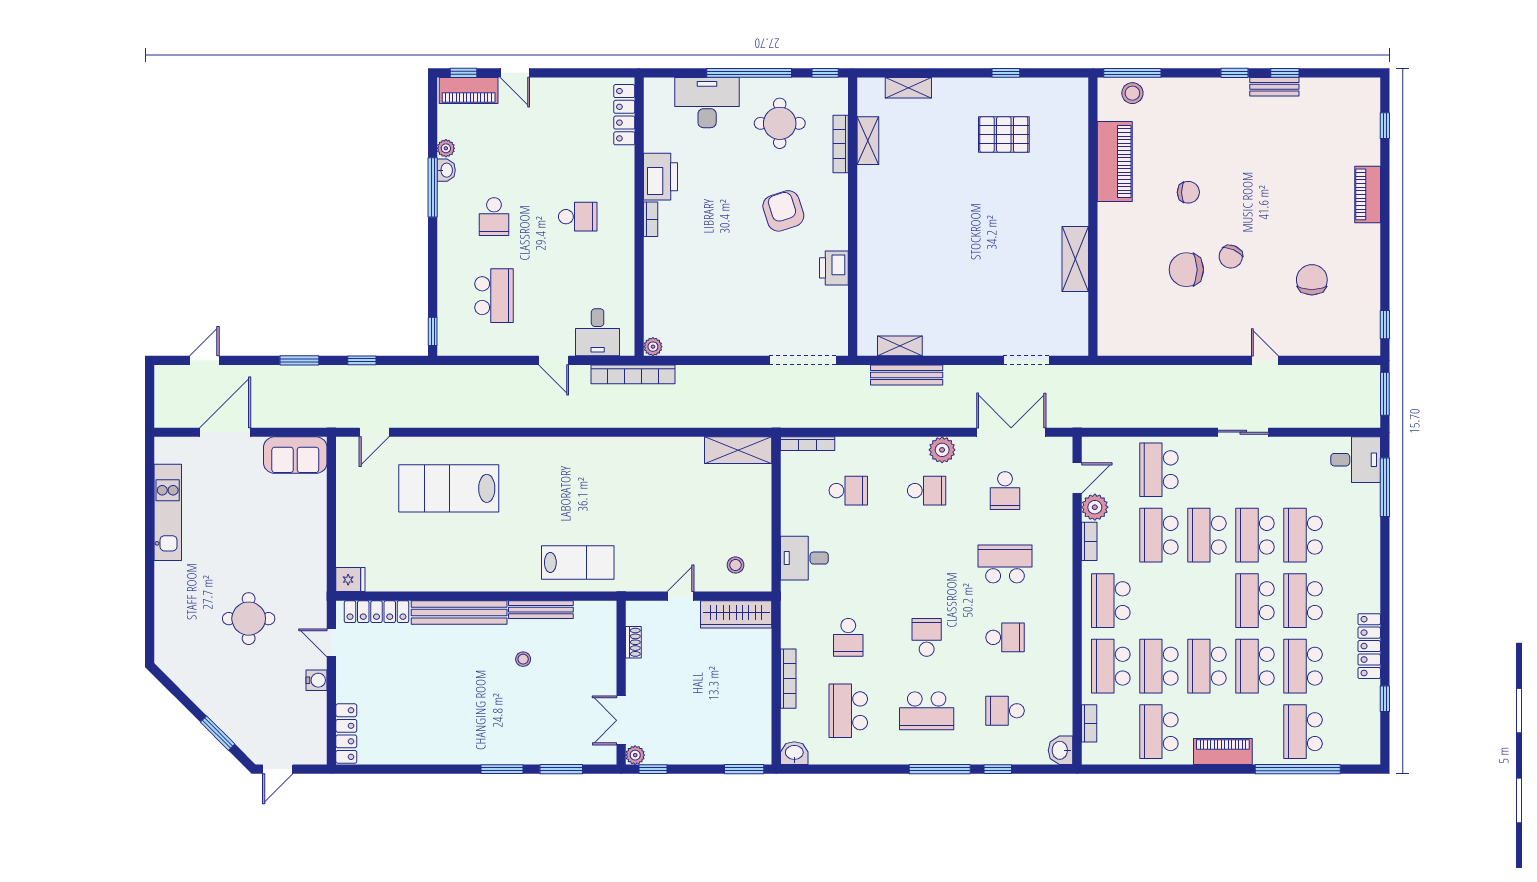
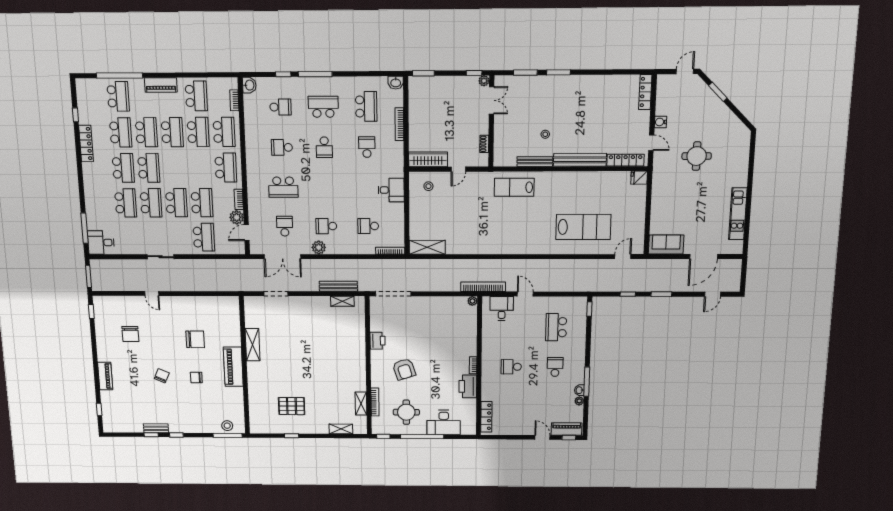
piano: (1115, 161) -> (233, 367), moved
chair: (1231, 257) -> (162, 376), moved

